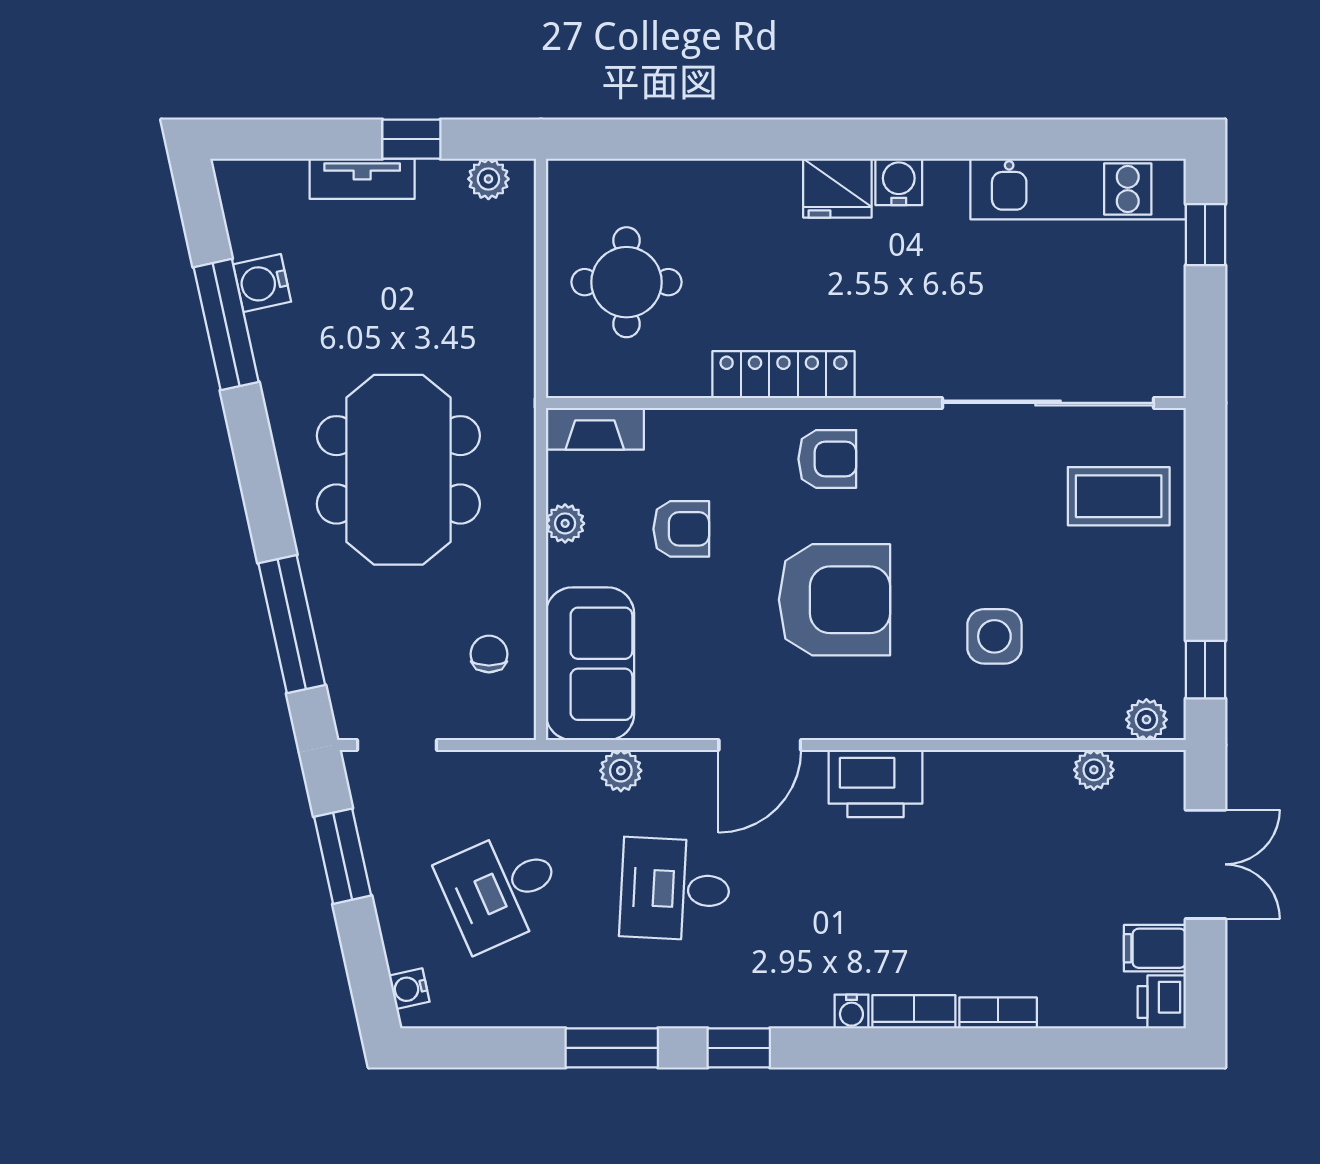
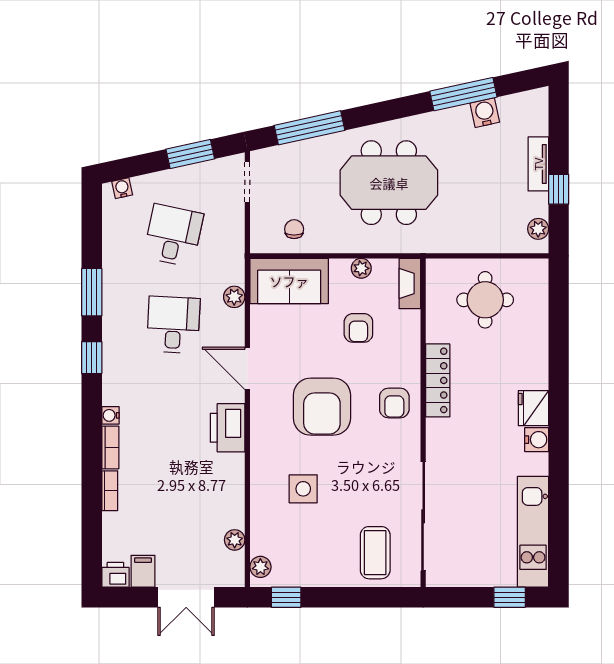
chair: (489, 654) -> (294, 229), turned -90
desk: (501, 889) -> (173, 235), turned 36

